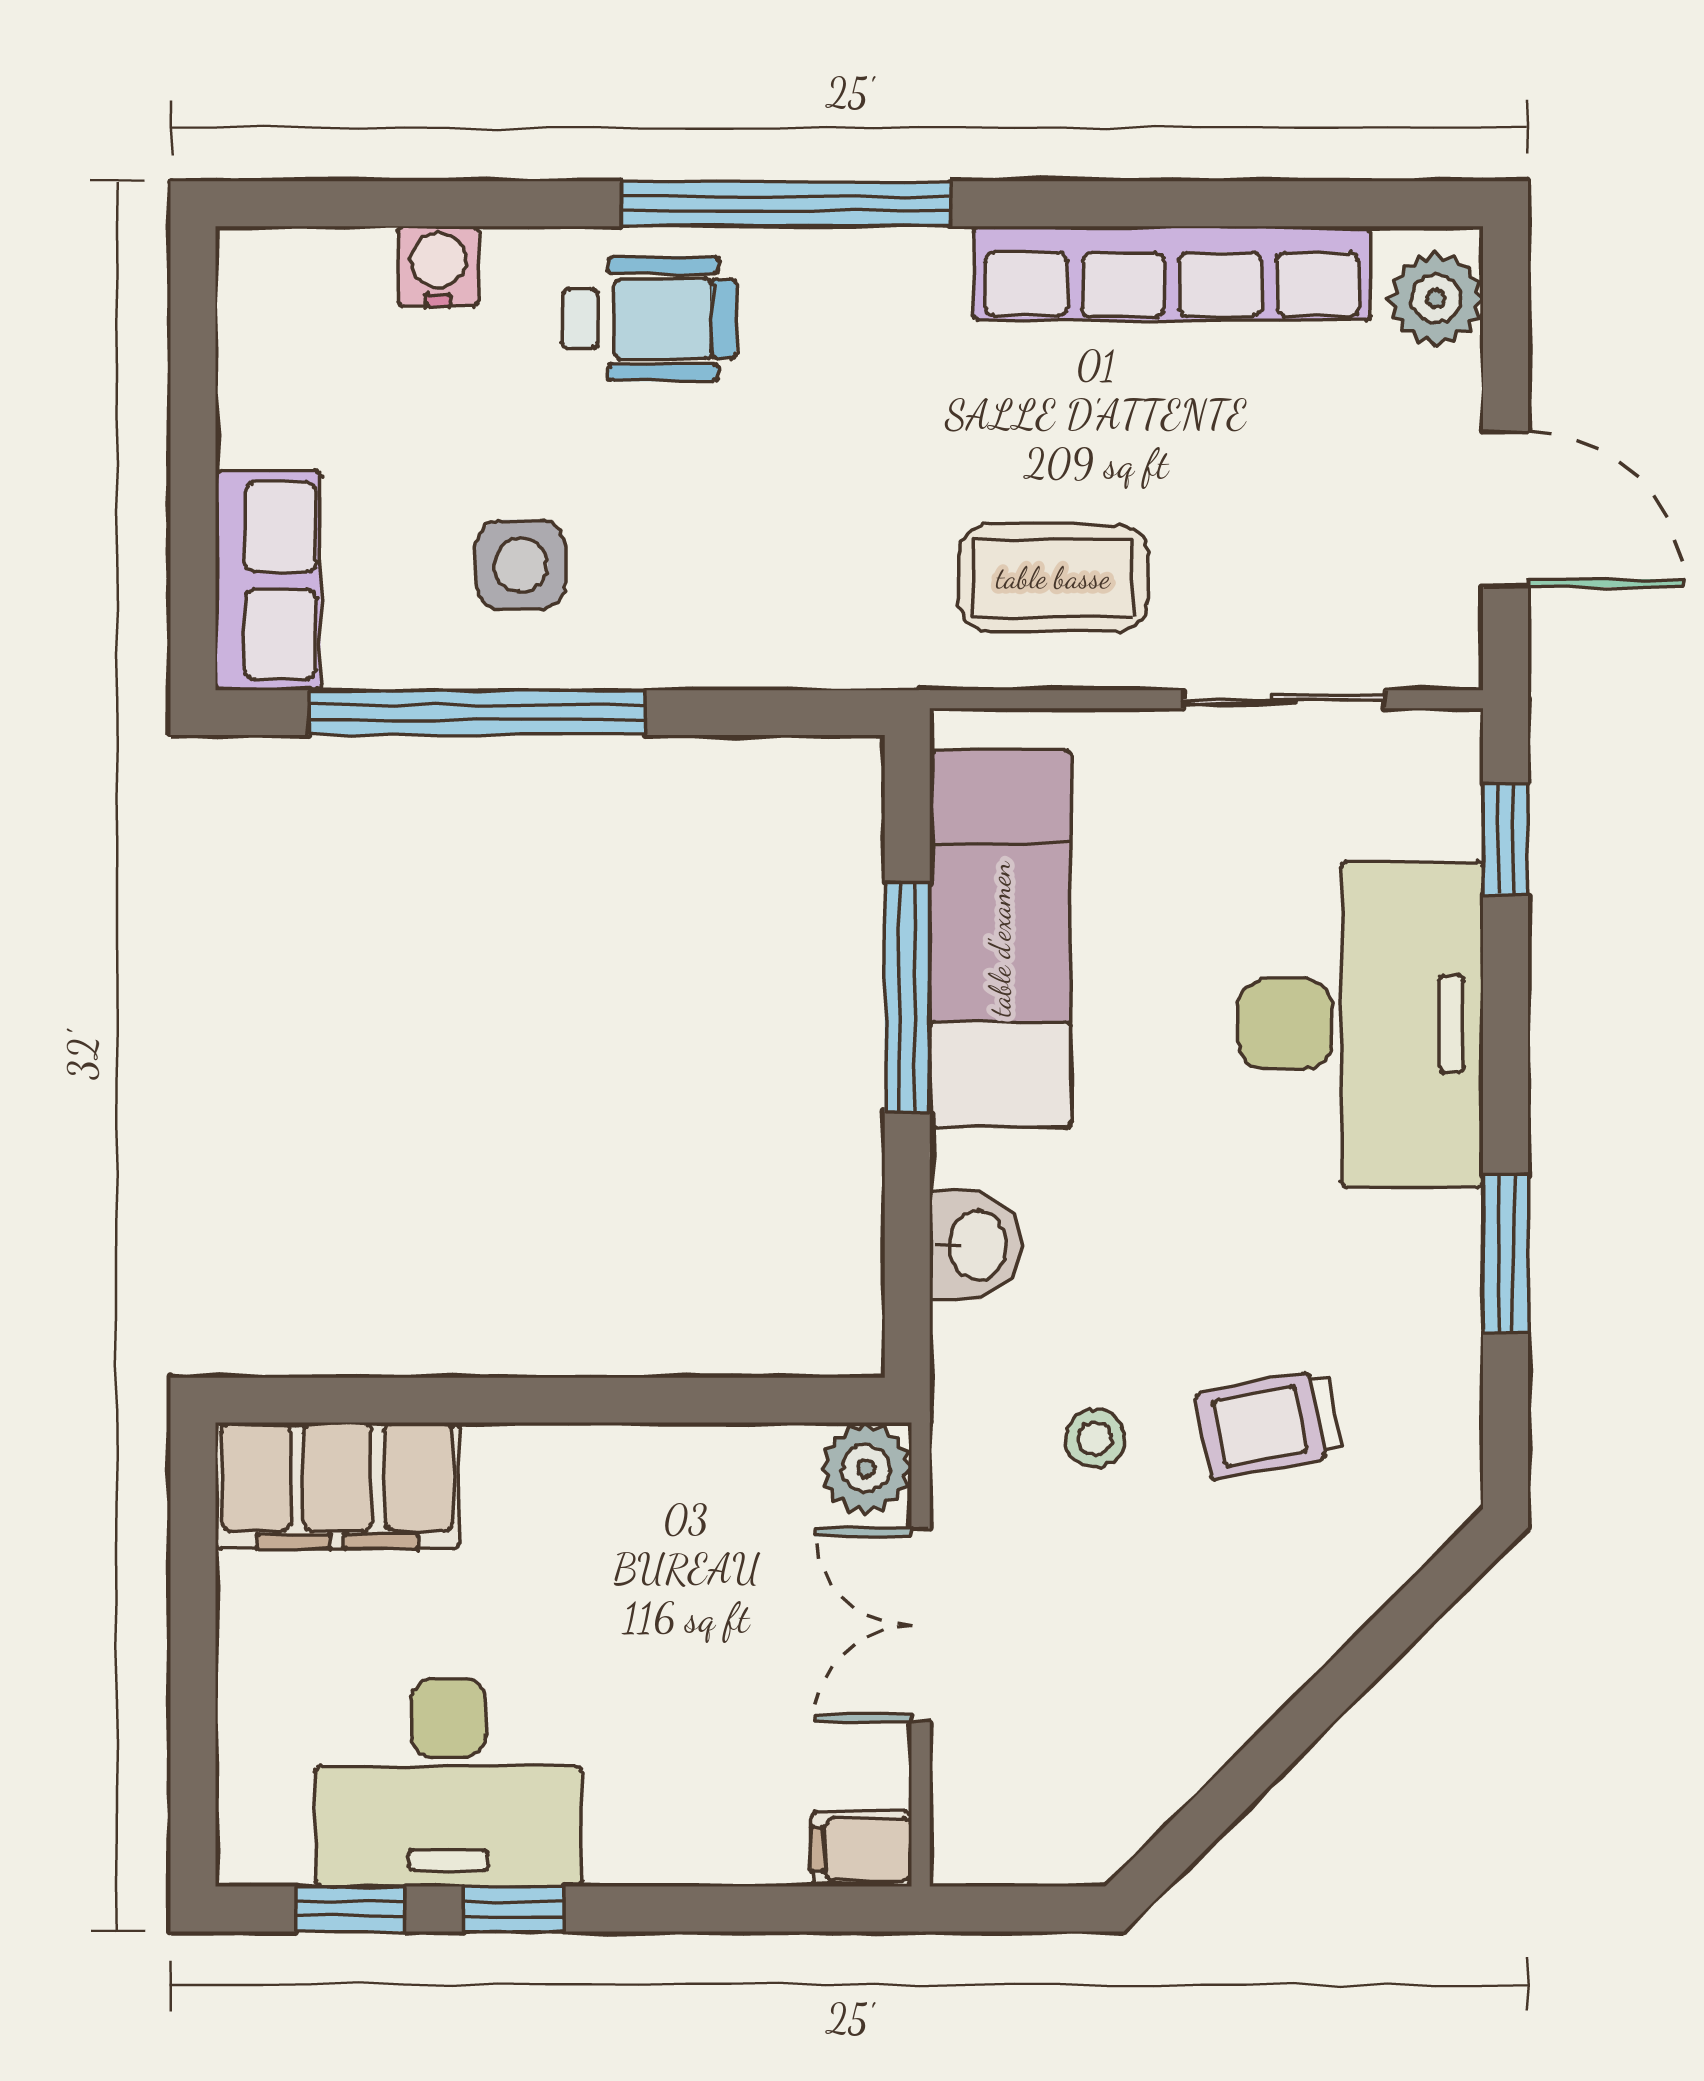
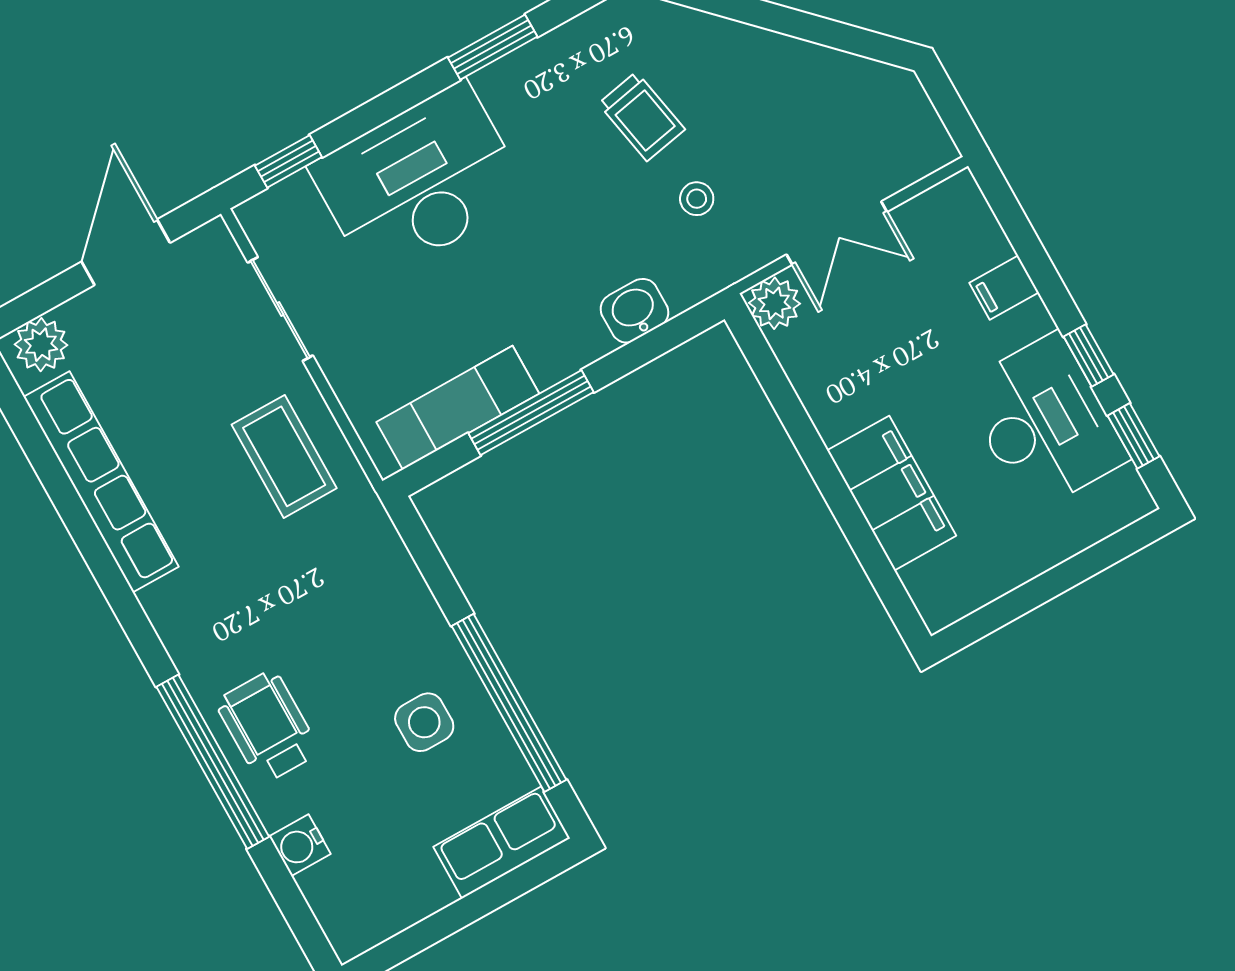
window: (786, 204) -> (213, 762), moved
exam couch: (1000, 939) -> (458, 408), width x0.73, depth x0.69
filing cabinet: (337, 1486) -> (892, 493), moved
filing cabinet: (862, 1849) -> (1004, 288), moved, turned 90

